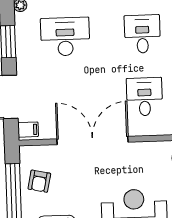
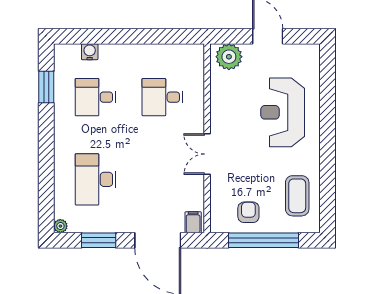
double door: (93, 140) -> (207, 154), width x0.54
armchair: (39, 181) -> (248, 212), turned -102

